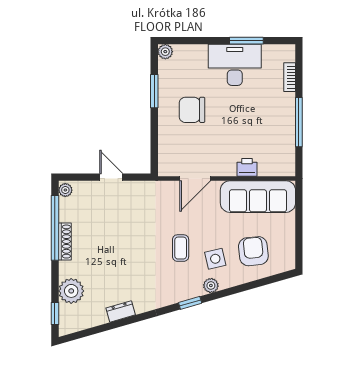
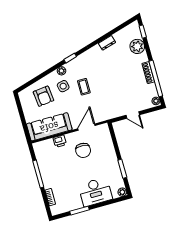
desk: (235, 65) -> (95, 192), moved
chair: (192, 110) -> (83, 150), moved, turned 94

